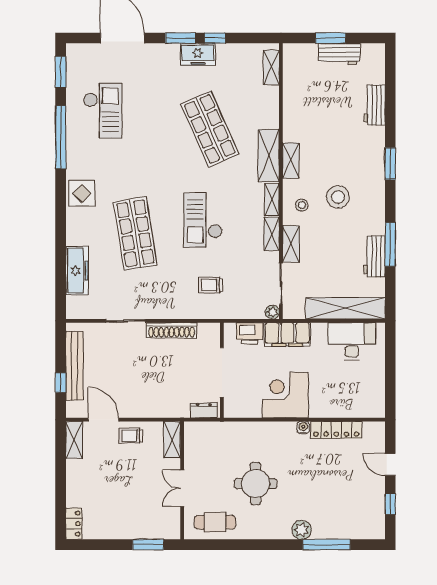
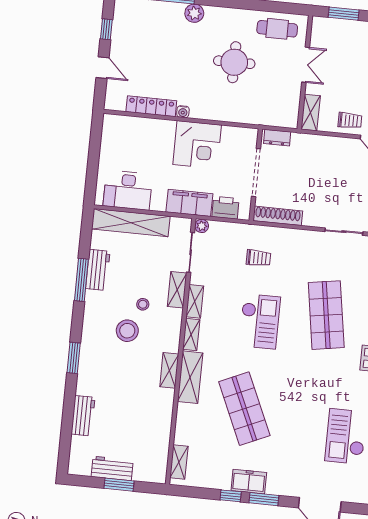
stool: (302, 205) -> (143, 304), moved
shoe rack: (172, 330) -> (278, 216), moved

